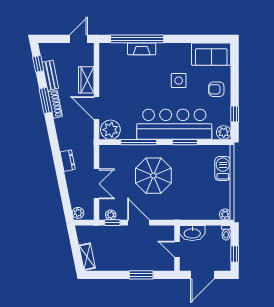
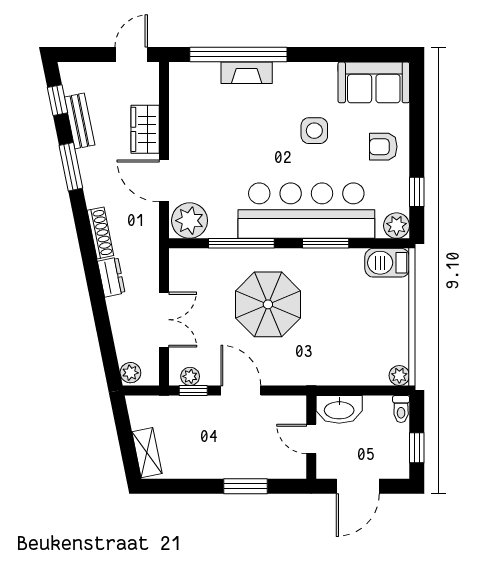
shoe rack: (55, 104) -> (100, 233), moved
barbecue: (223, 169) -> (387, 263), moved, turned -90

